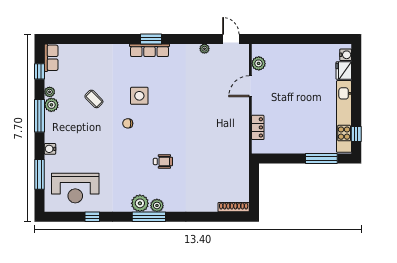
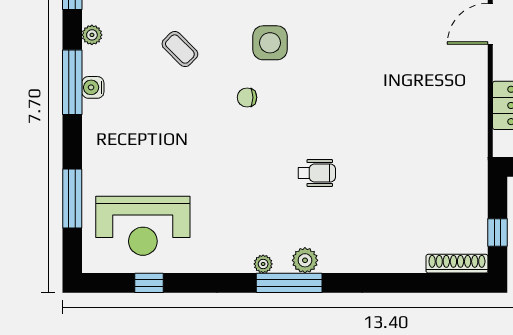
plant: (51, 105) -> (96, 61), removed
water cooler: (50, 149) -> (93, 87), moved
window: (254, 191) -> (498, 232), added
plant: (140, 203) -> (263, 264), width x0.53, depth x0.53
window: (92, 217) -> (149, 283), moved

